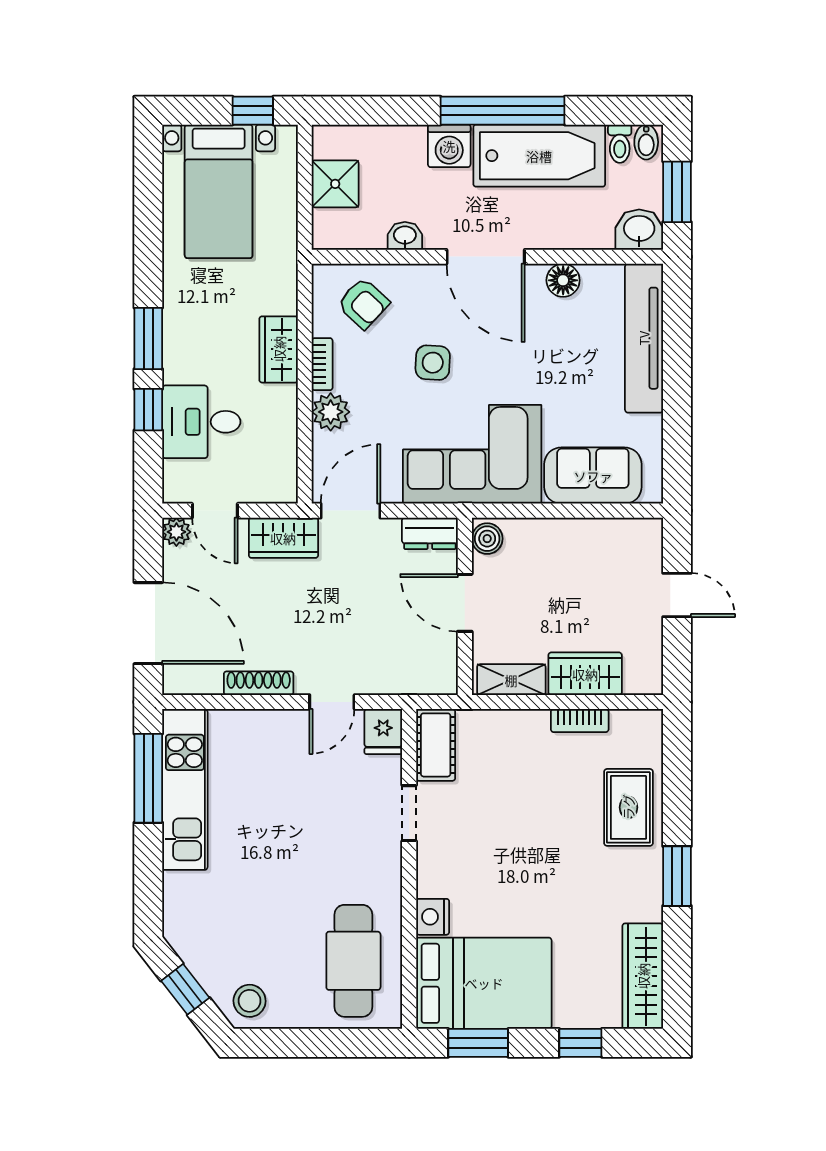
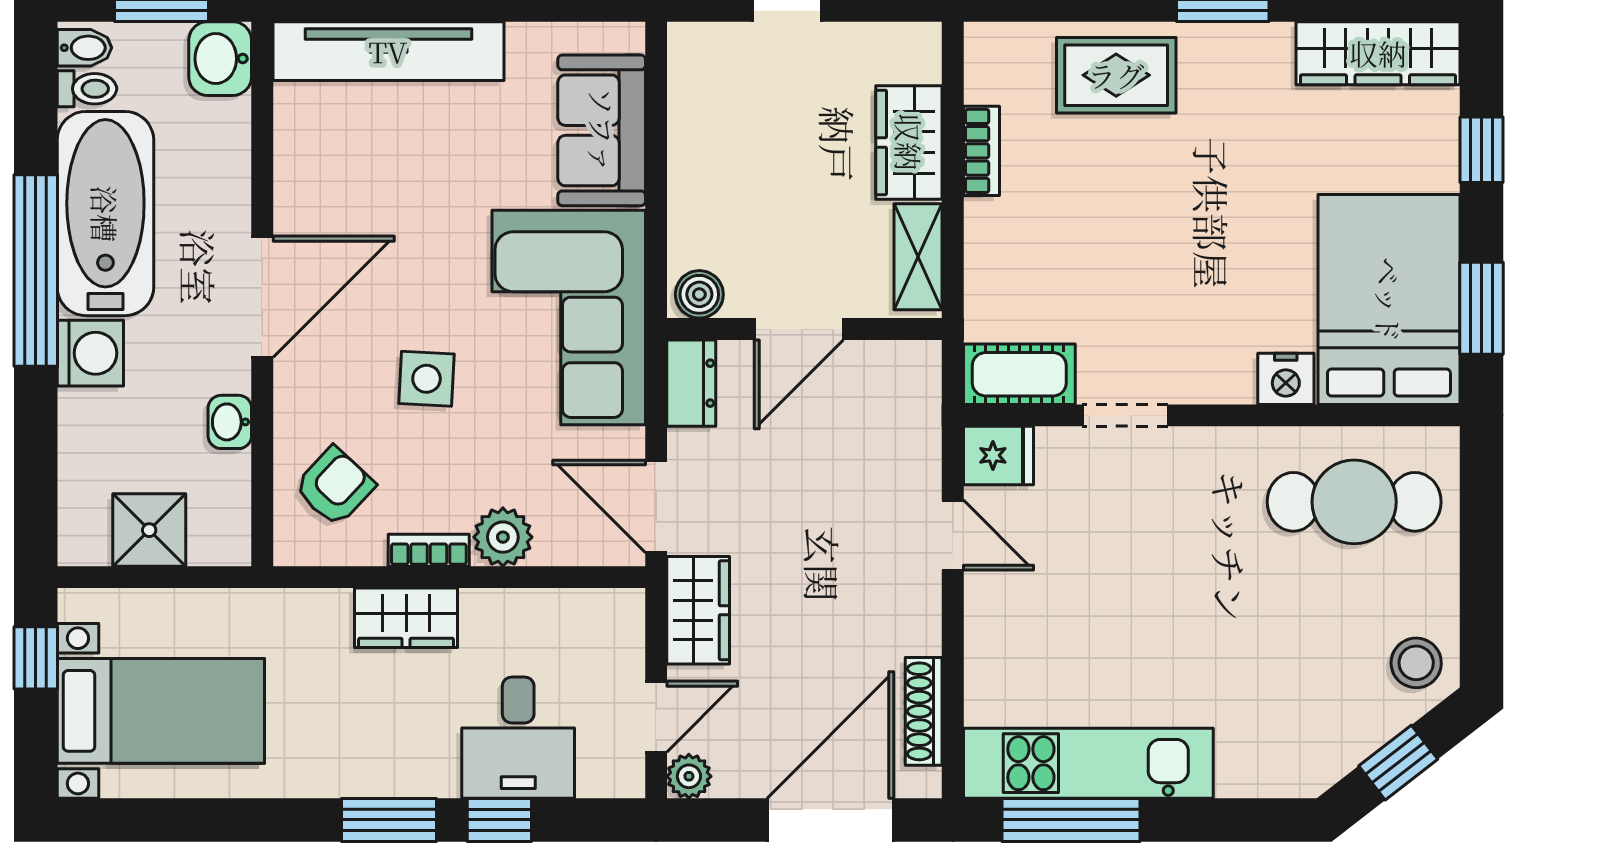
floor lamp: (563, 280) -> (299, 177), removed
shoe rack: (259, 683) -> (924, 711), moved

